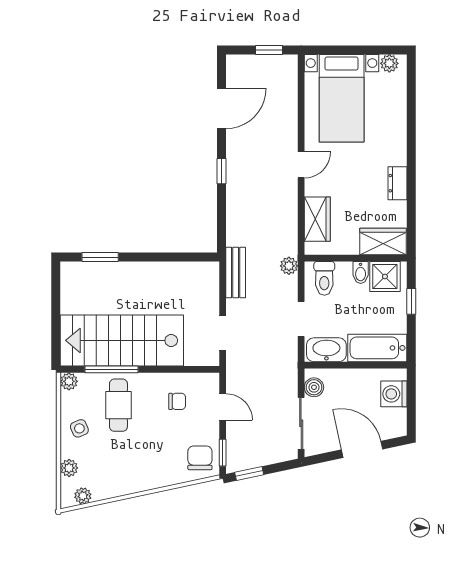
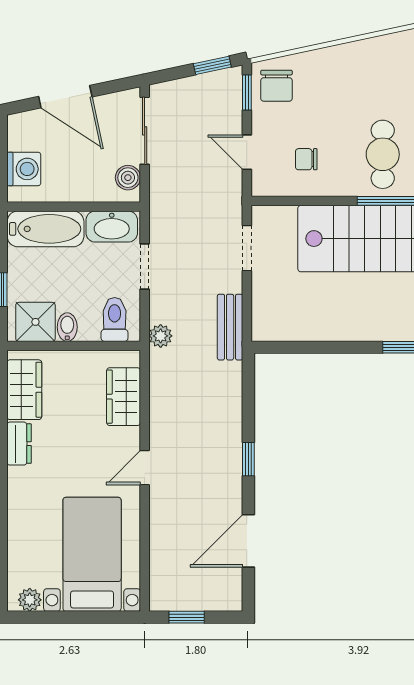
wardrobe: (383, 242) -> (24, 390), moved, turned -90

